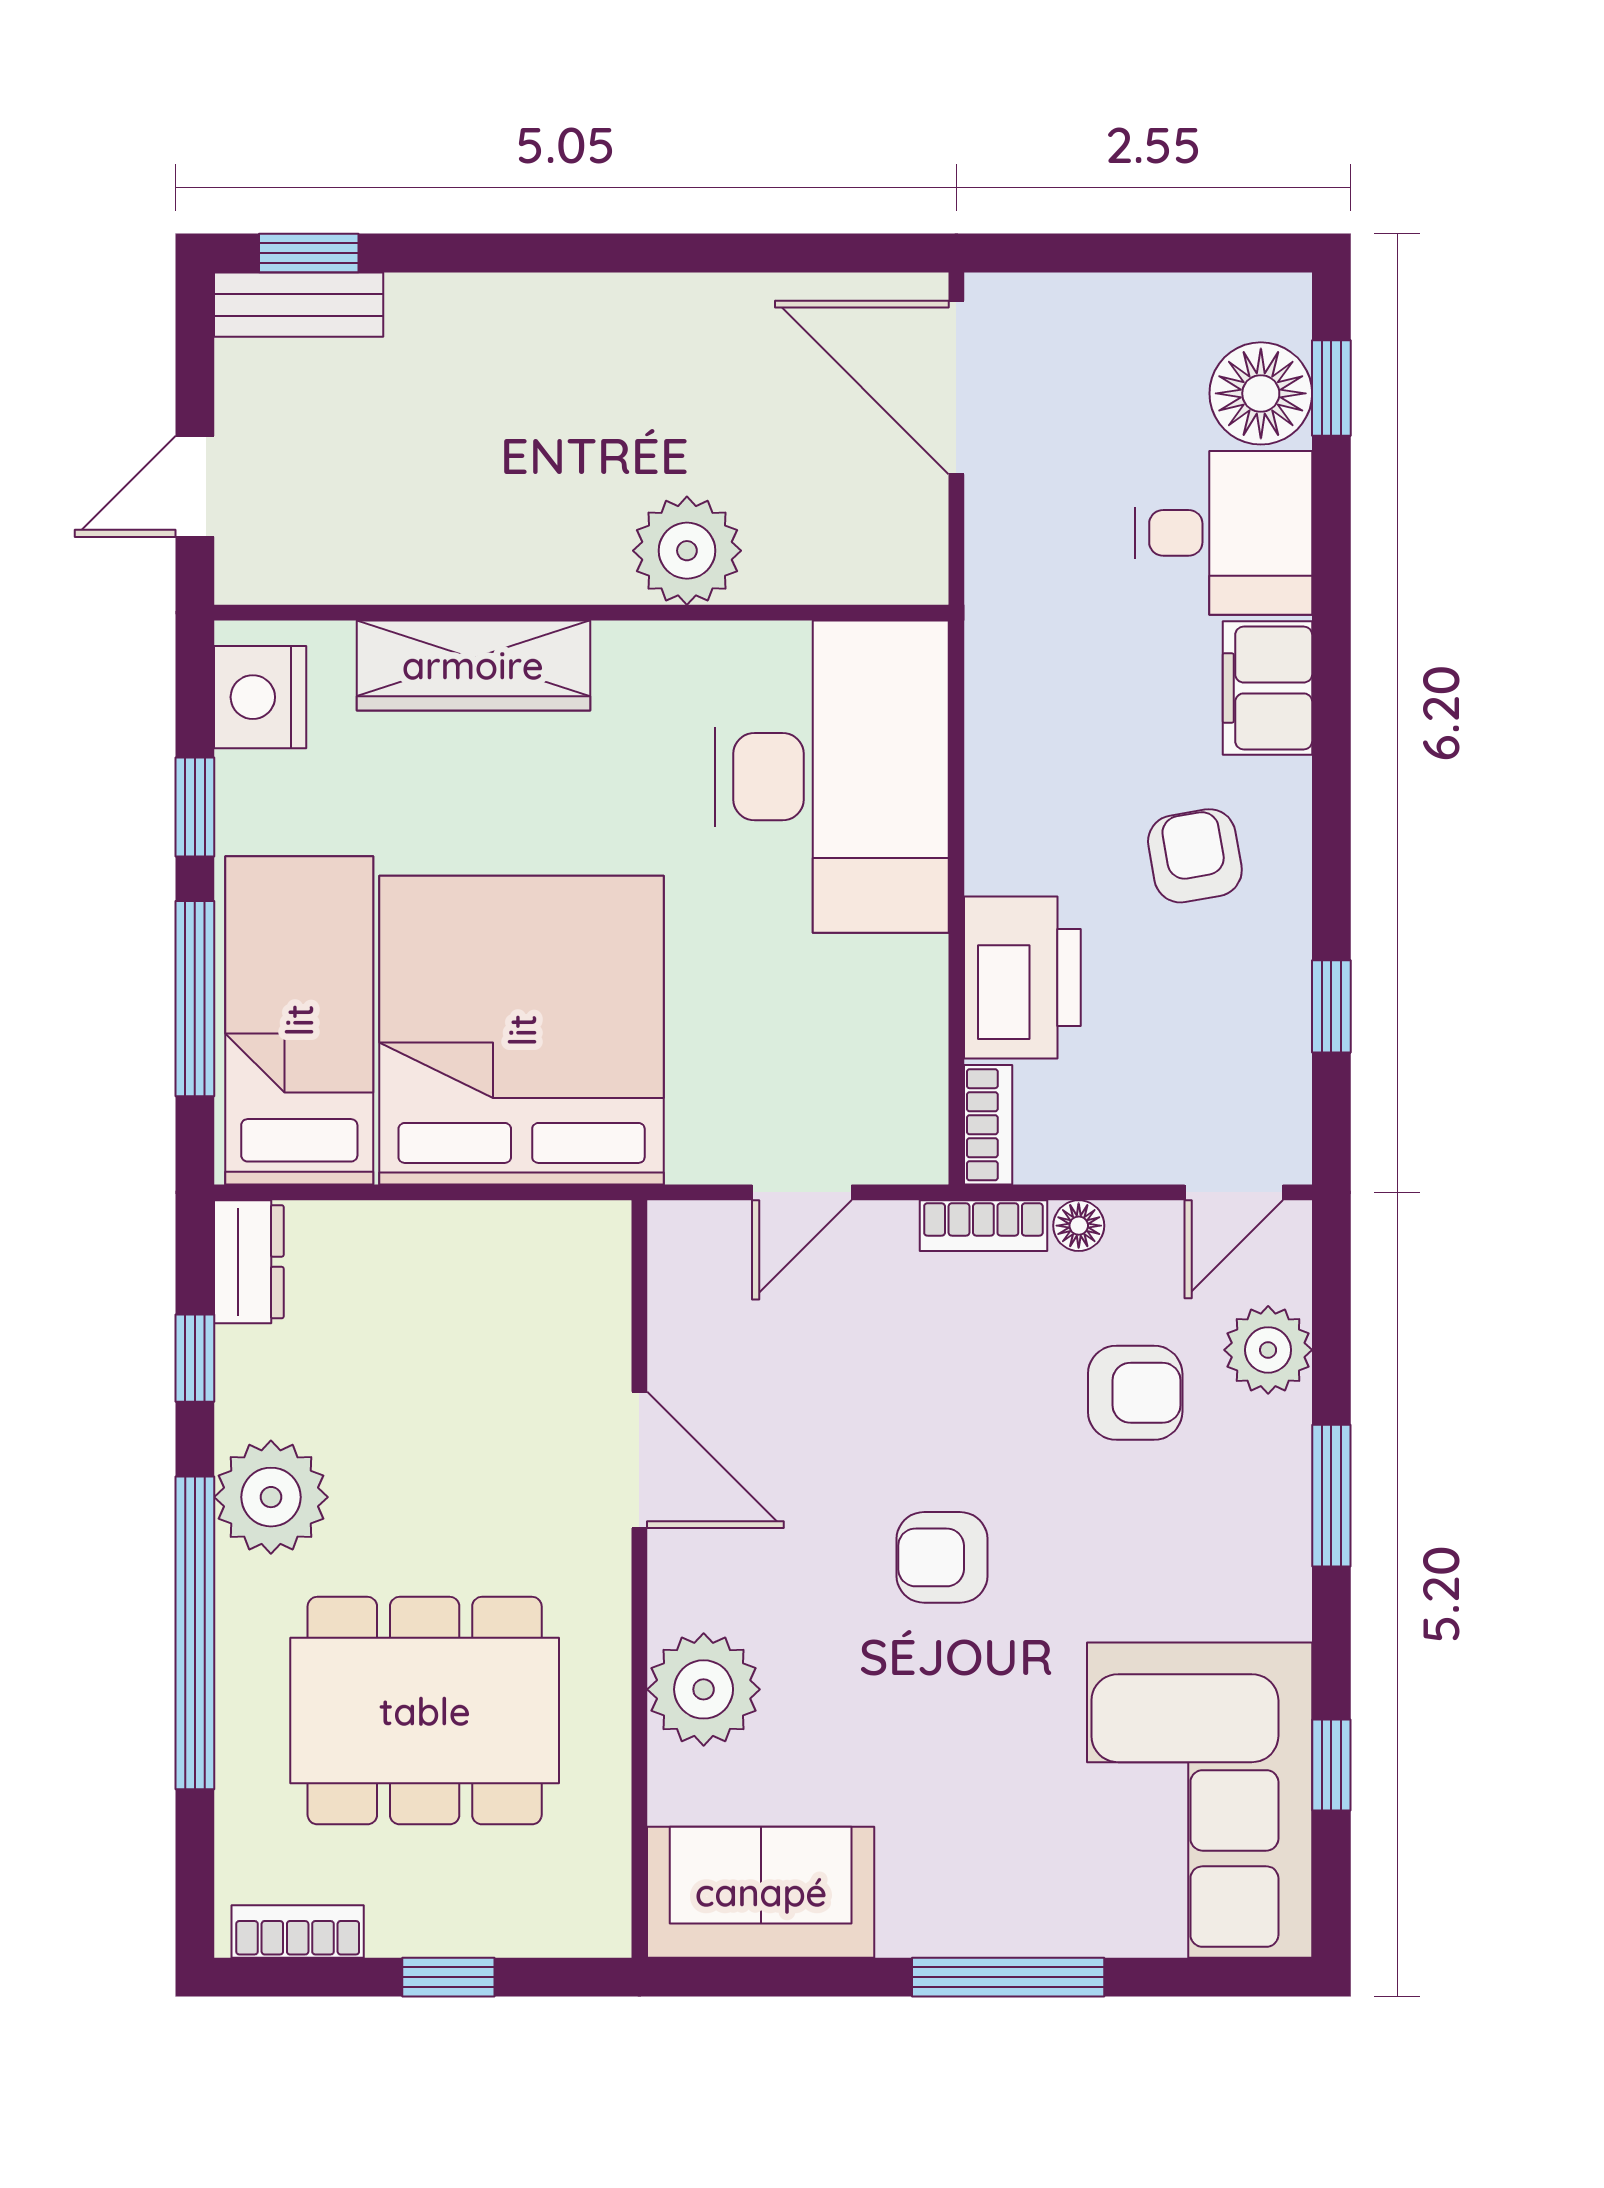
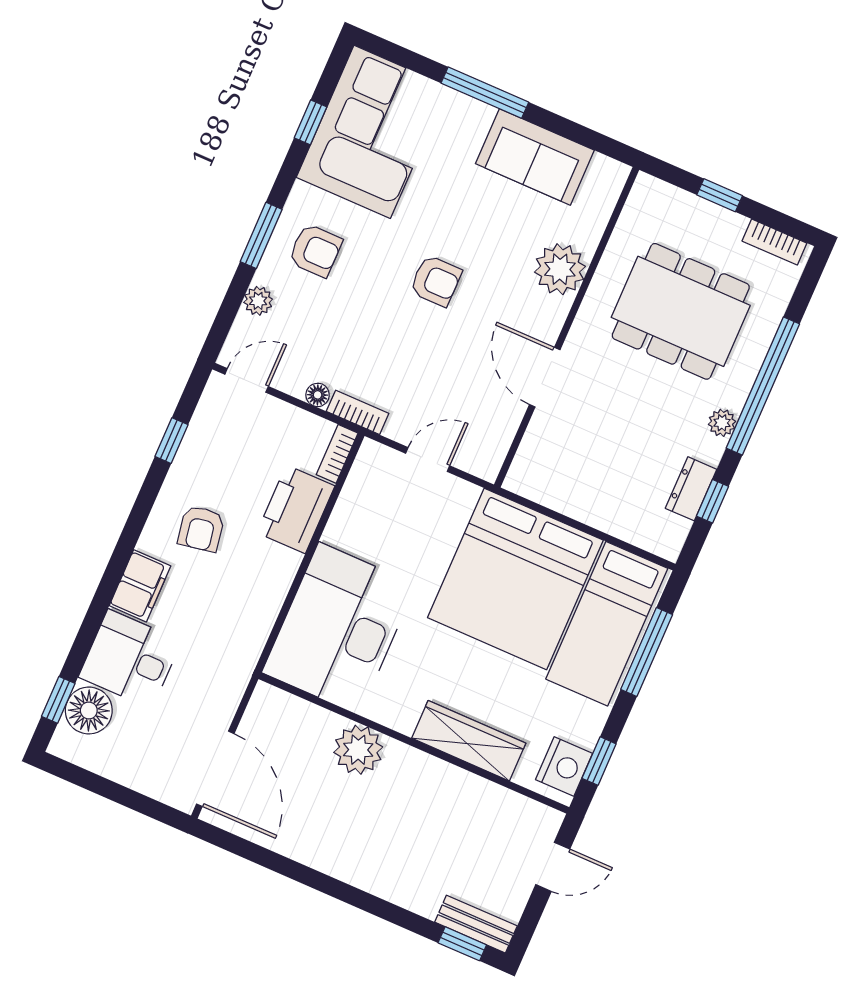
window: (195, 807) -> (599, 761), moved
dresser: (249, 1262) -> (691, 489), moved
plant: (1268, 1350) -> (258, 301), width x0.73, depth x0.73
armchair: (1135, 1393) -> (315, 250), moved, turned 180
plant: (271, 1497) -> (722, 423), width x0.53, depth x0.53
sofa: (761, 1892) -> (535, 157), moved

